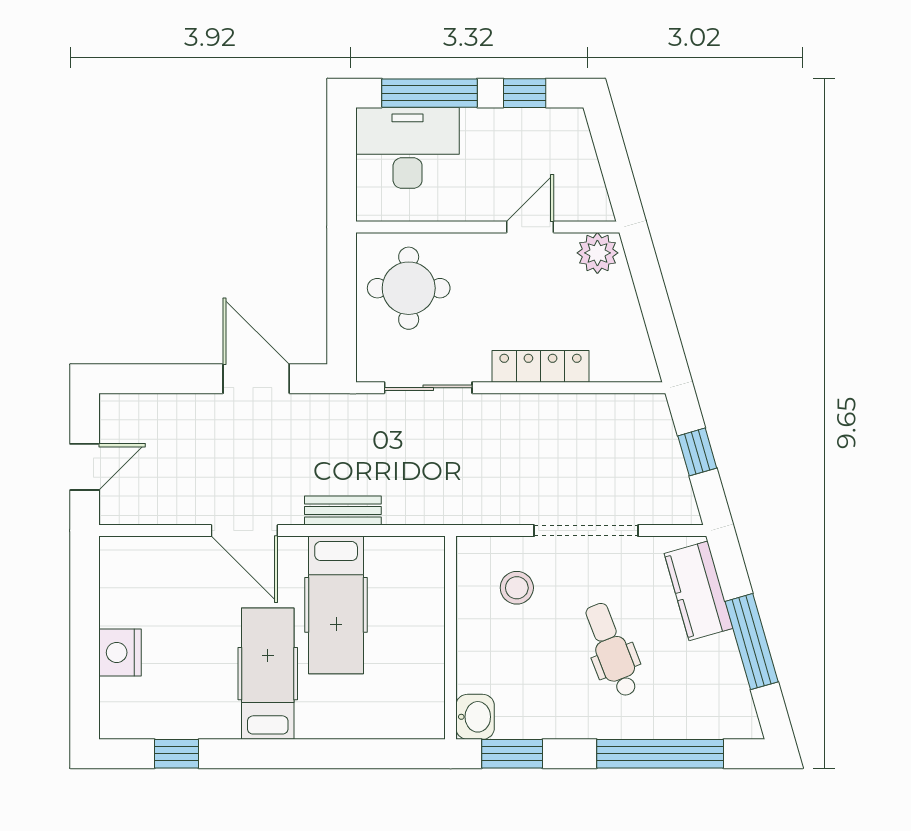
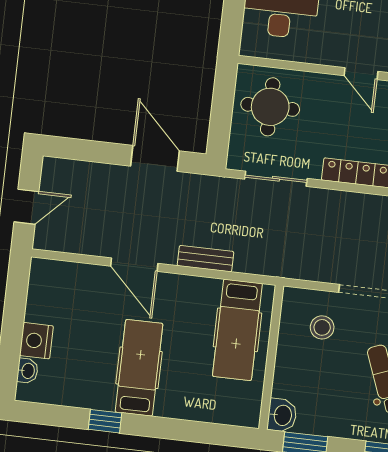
door: (530, 227) -> (361, 74), swing flipped
hospital bed: (336, 605) -> (237, 330), moved
washbasin: (113, 696) -> (28, 371), added
window: (177, 754) -> (105, 421), moved

